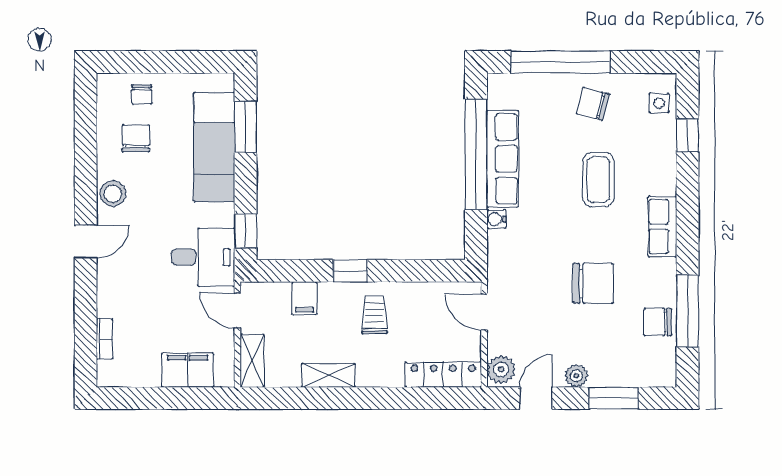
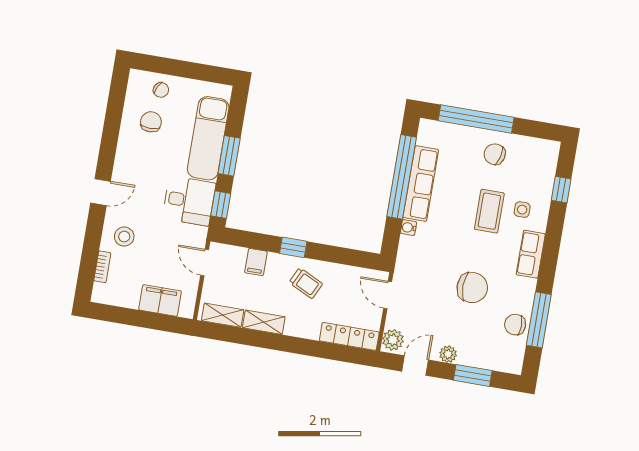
chair: (142, 94) -> (161, 90), turned -63
side table: (659, 103) -> (522, 210), moved
window: (246, 127) -> (229, 156), moved
stool: (113, 193) -> (124, 237), moved
desk: (203, 257) -> (189, 201), moved
trolley: (374, 315) -> (306, 283), turned 116
shelving: (252, 361) -> (223, 315), moved, turned 90

